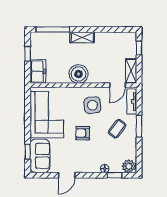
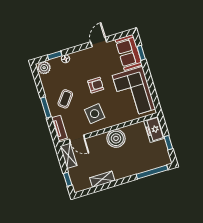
shelving: (82, 37) -> (102, 179), moved
door: (118, 85) -> (77, 139), swing flipped

